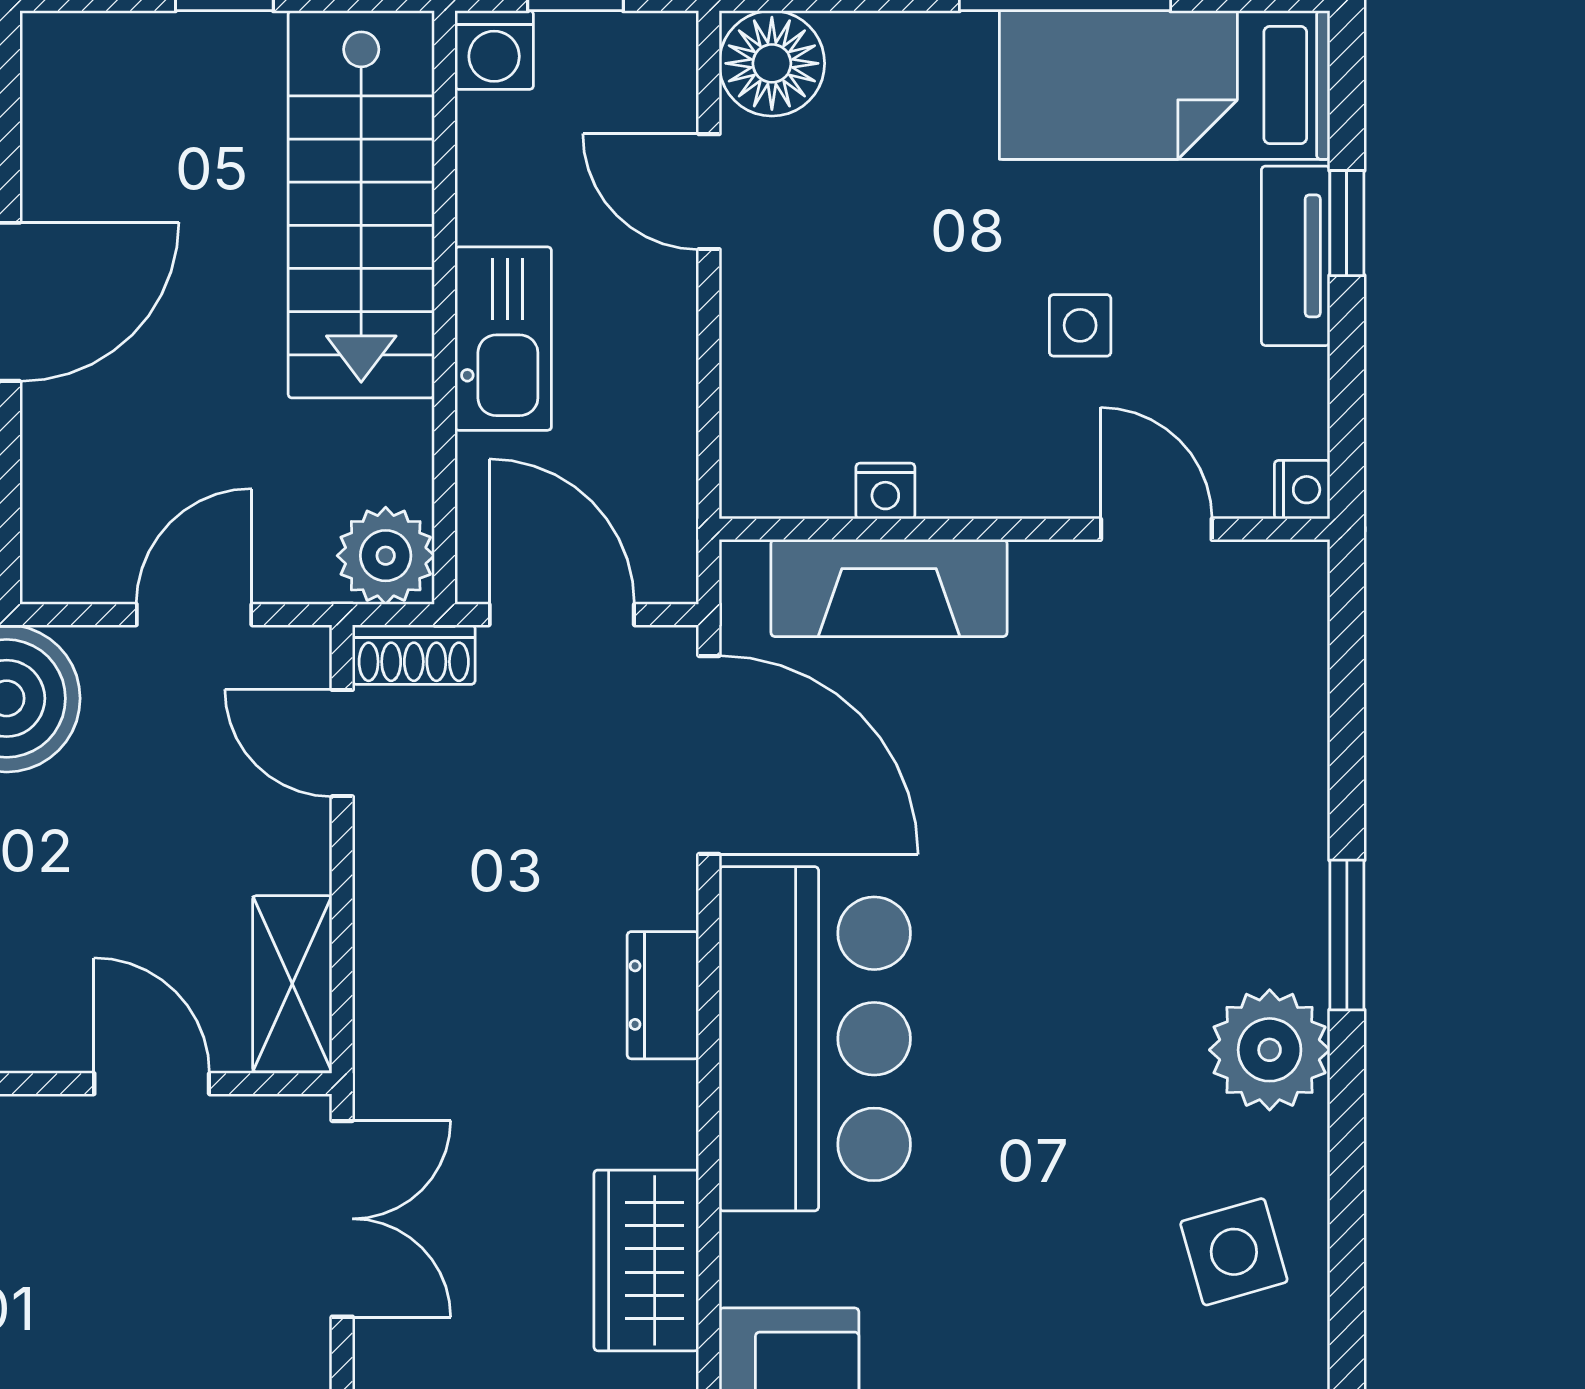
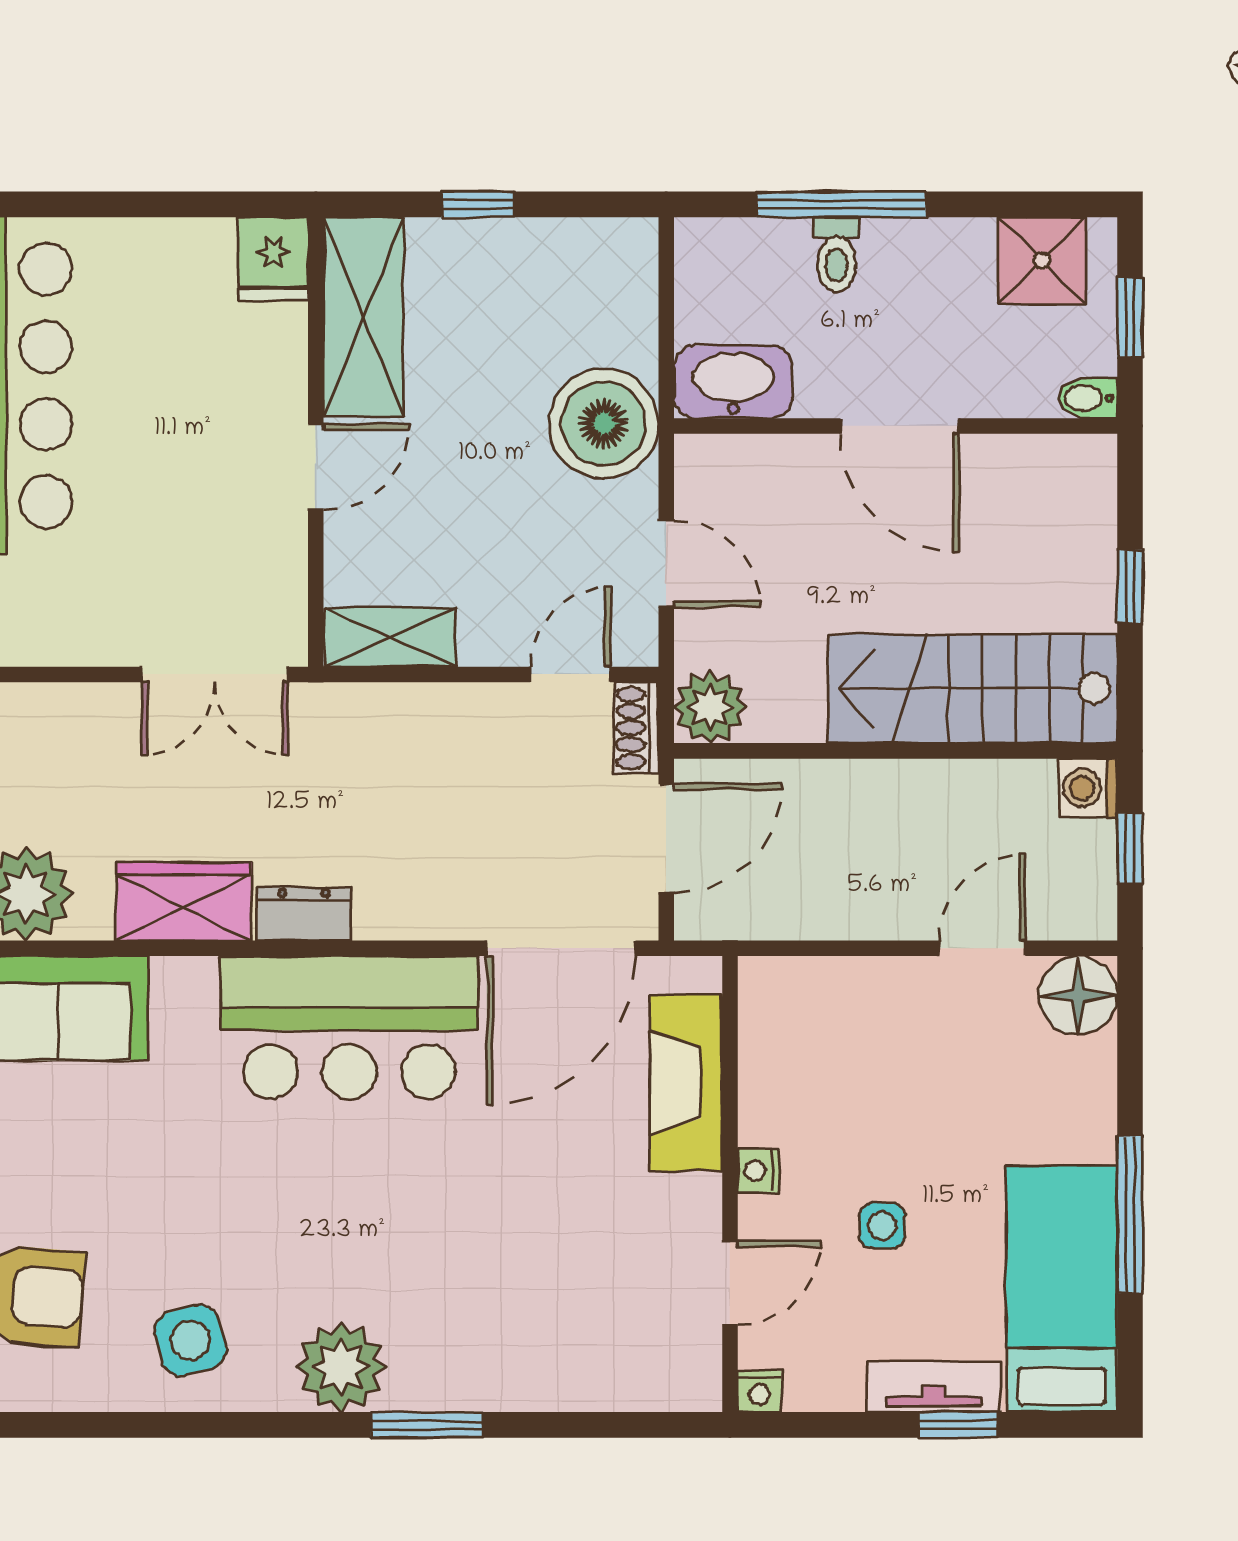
kitchen sink: (503, 339) -> (872, 795), removed
nightstand: (885, 491) -> (758, 1171), moved
dresser: (663, 995) -> (304, 914), moved
door: (152, 1084) -> (316, 467), moved

